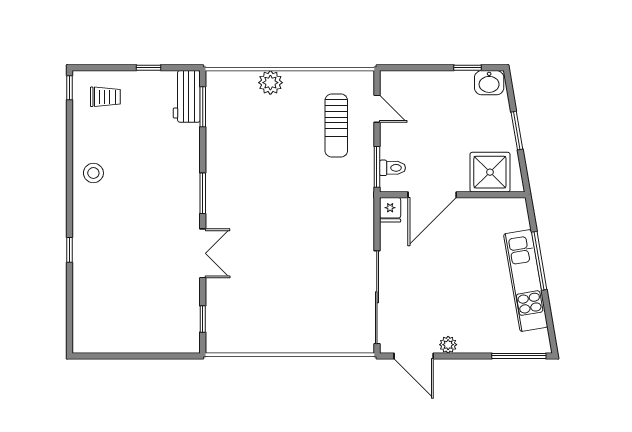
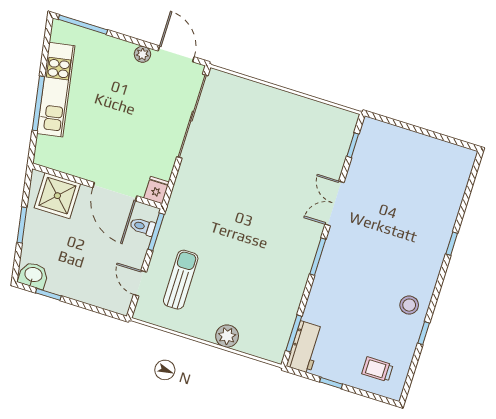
window: (69, 88) -> (424, 333), moved
door: (432, 195) -> (115, 192), swing flipped

